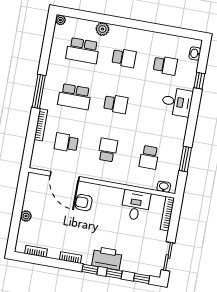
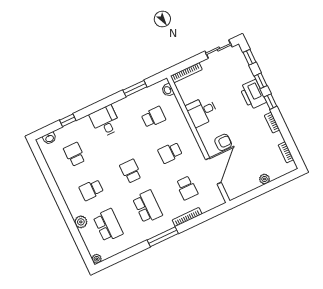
school desk: (124, 58) -> (91, 190), turned -90
desk: (177, 102) -> (105, 121), moved
armchair: (84, 203) -> (223, 142), turned -90
desk: (136, 205) -> (202, 111), moved

